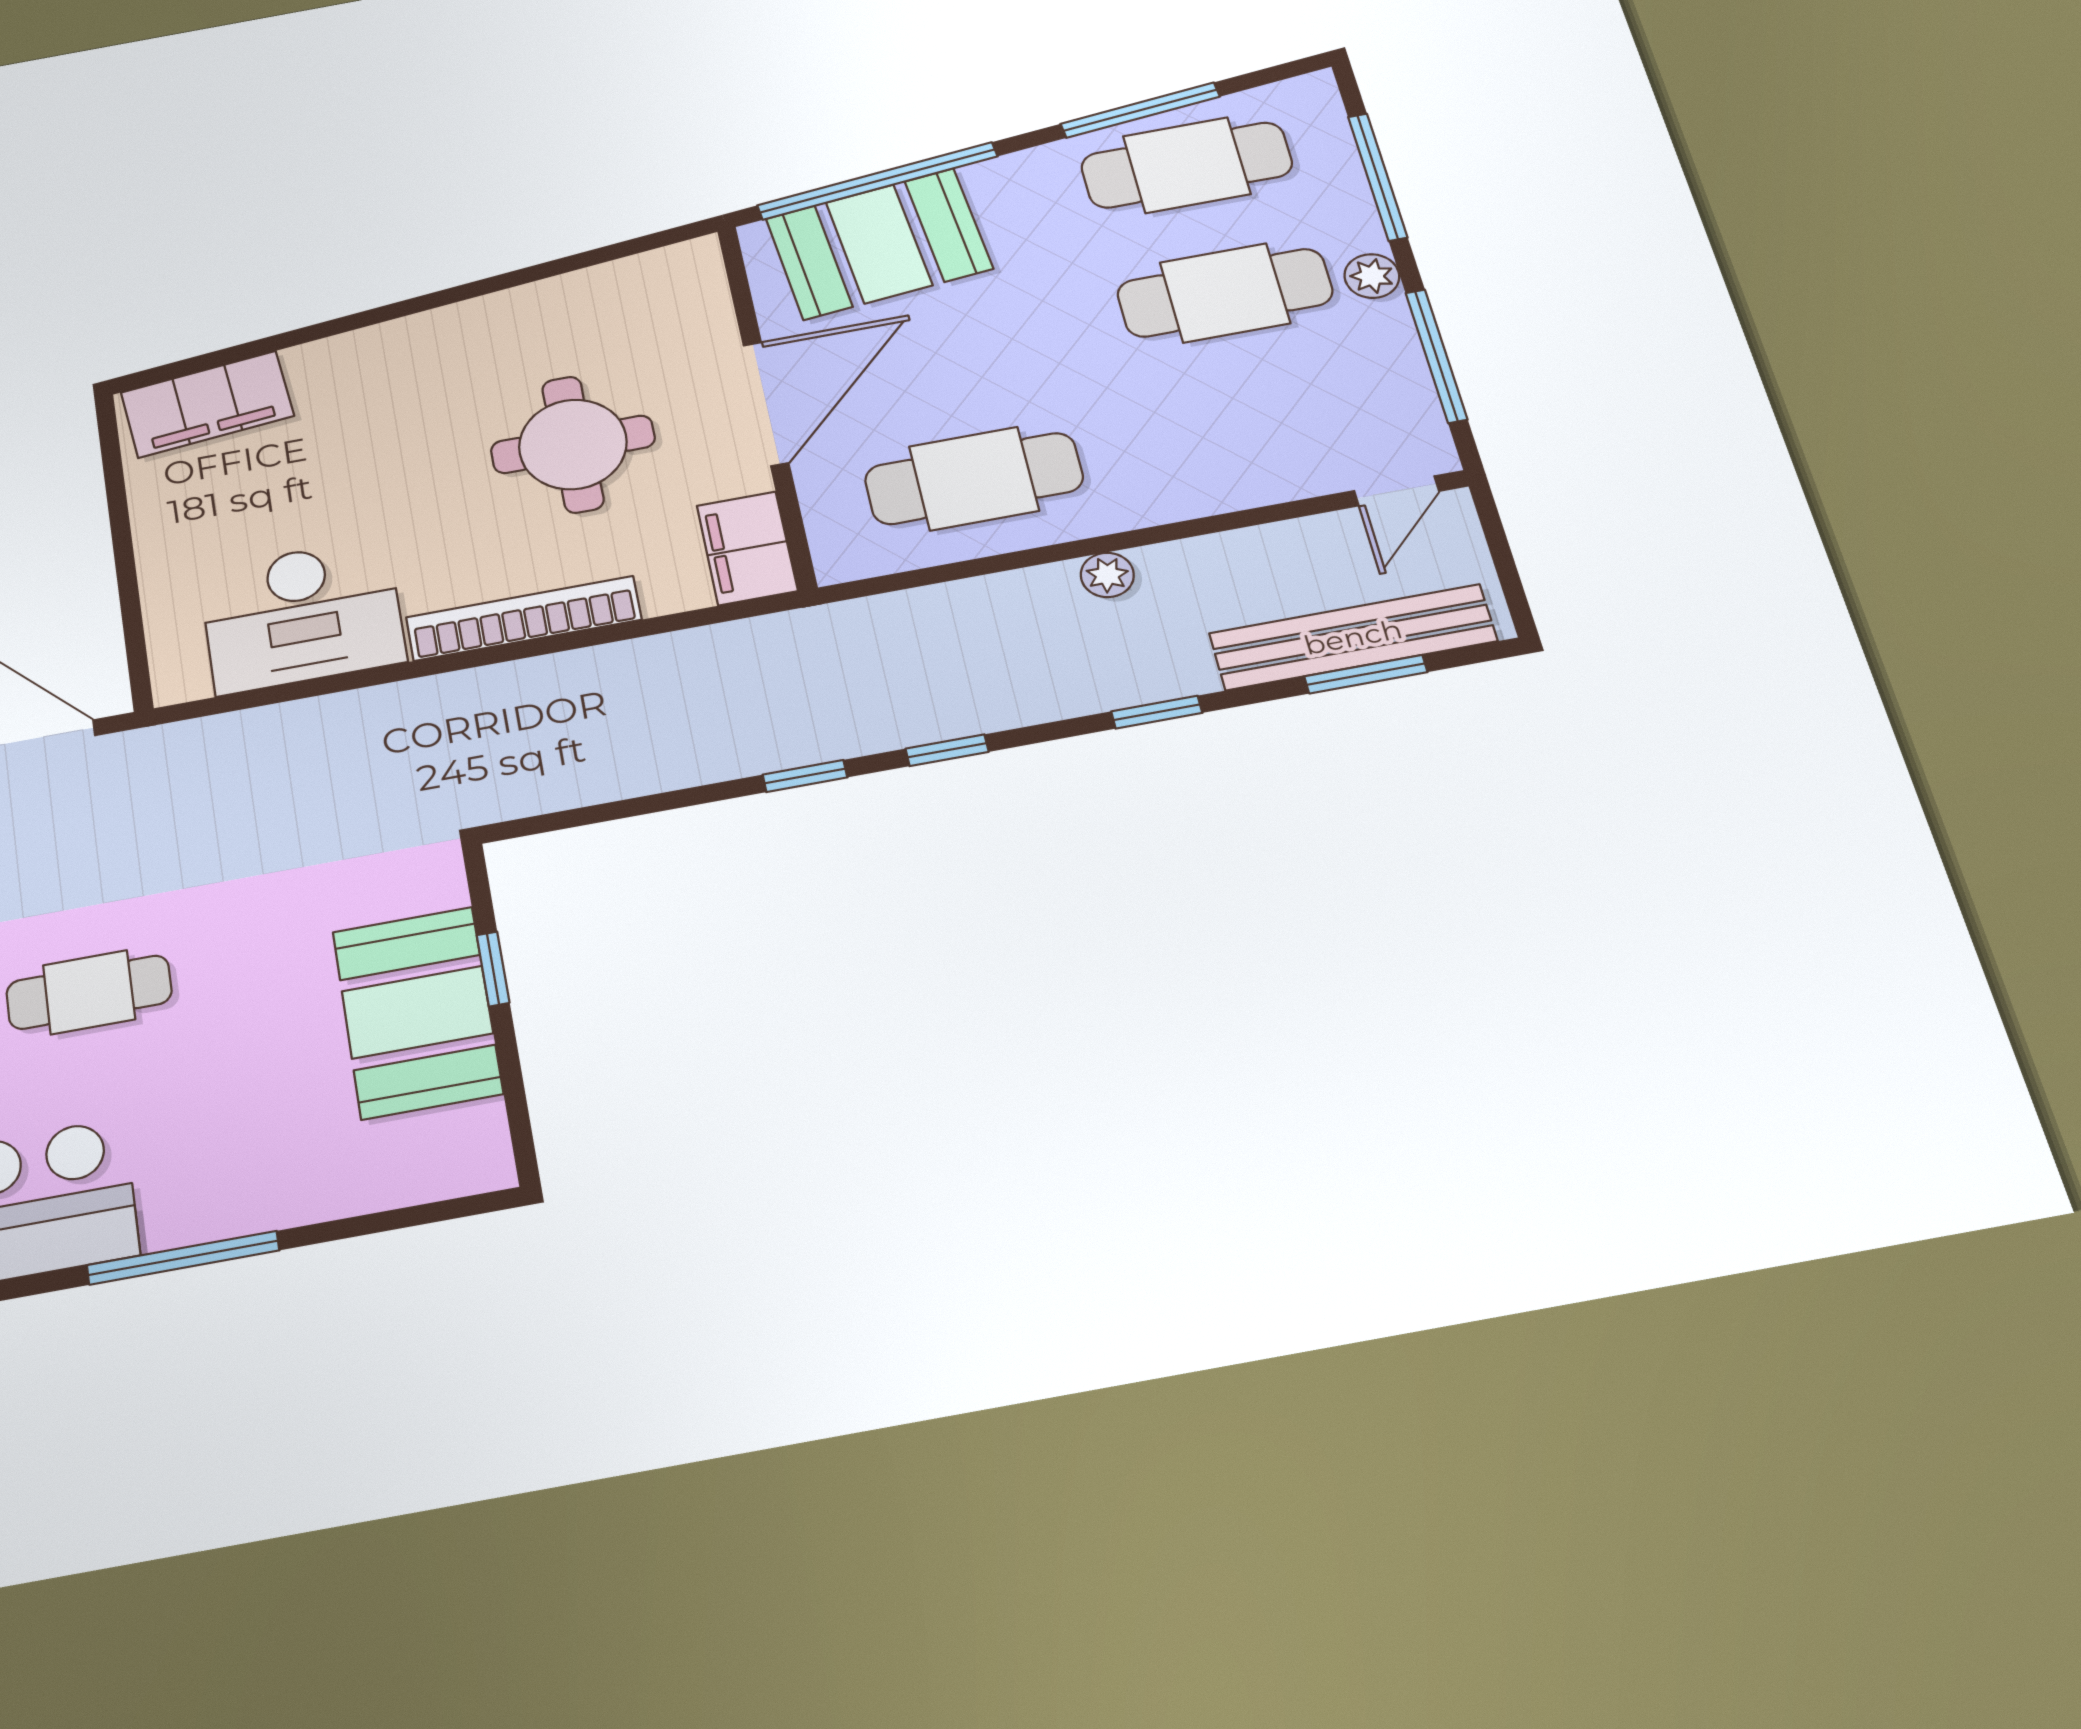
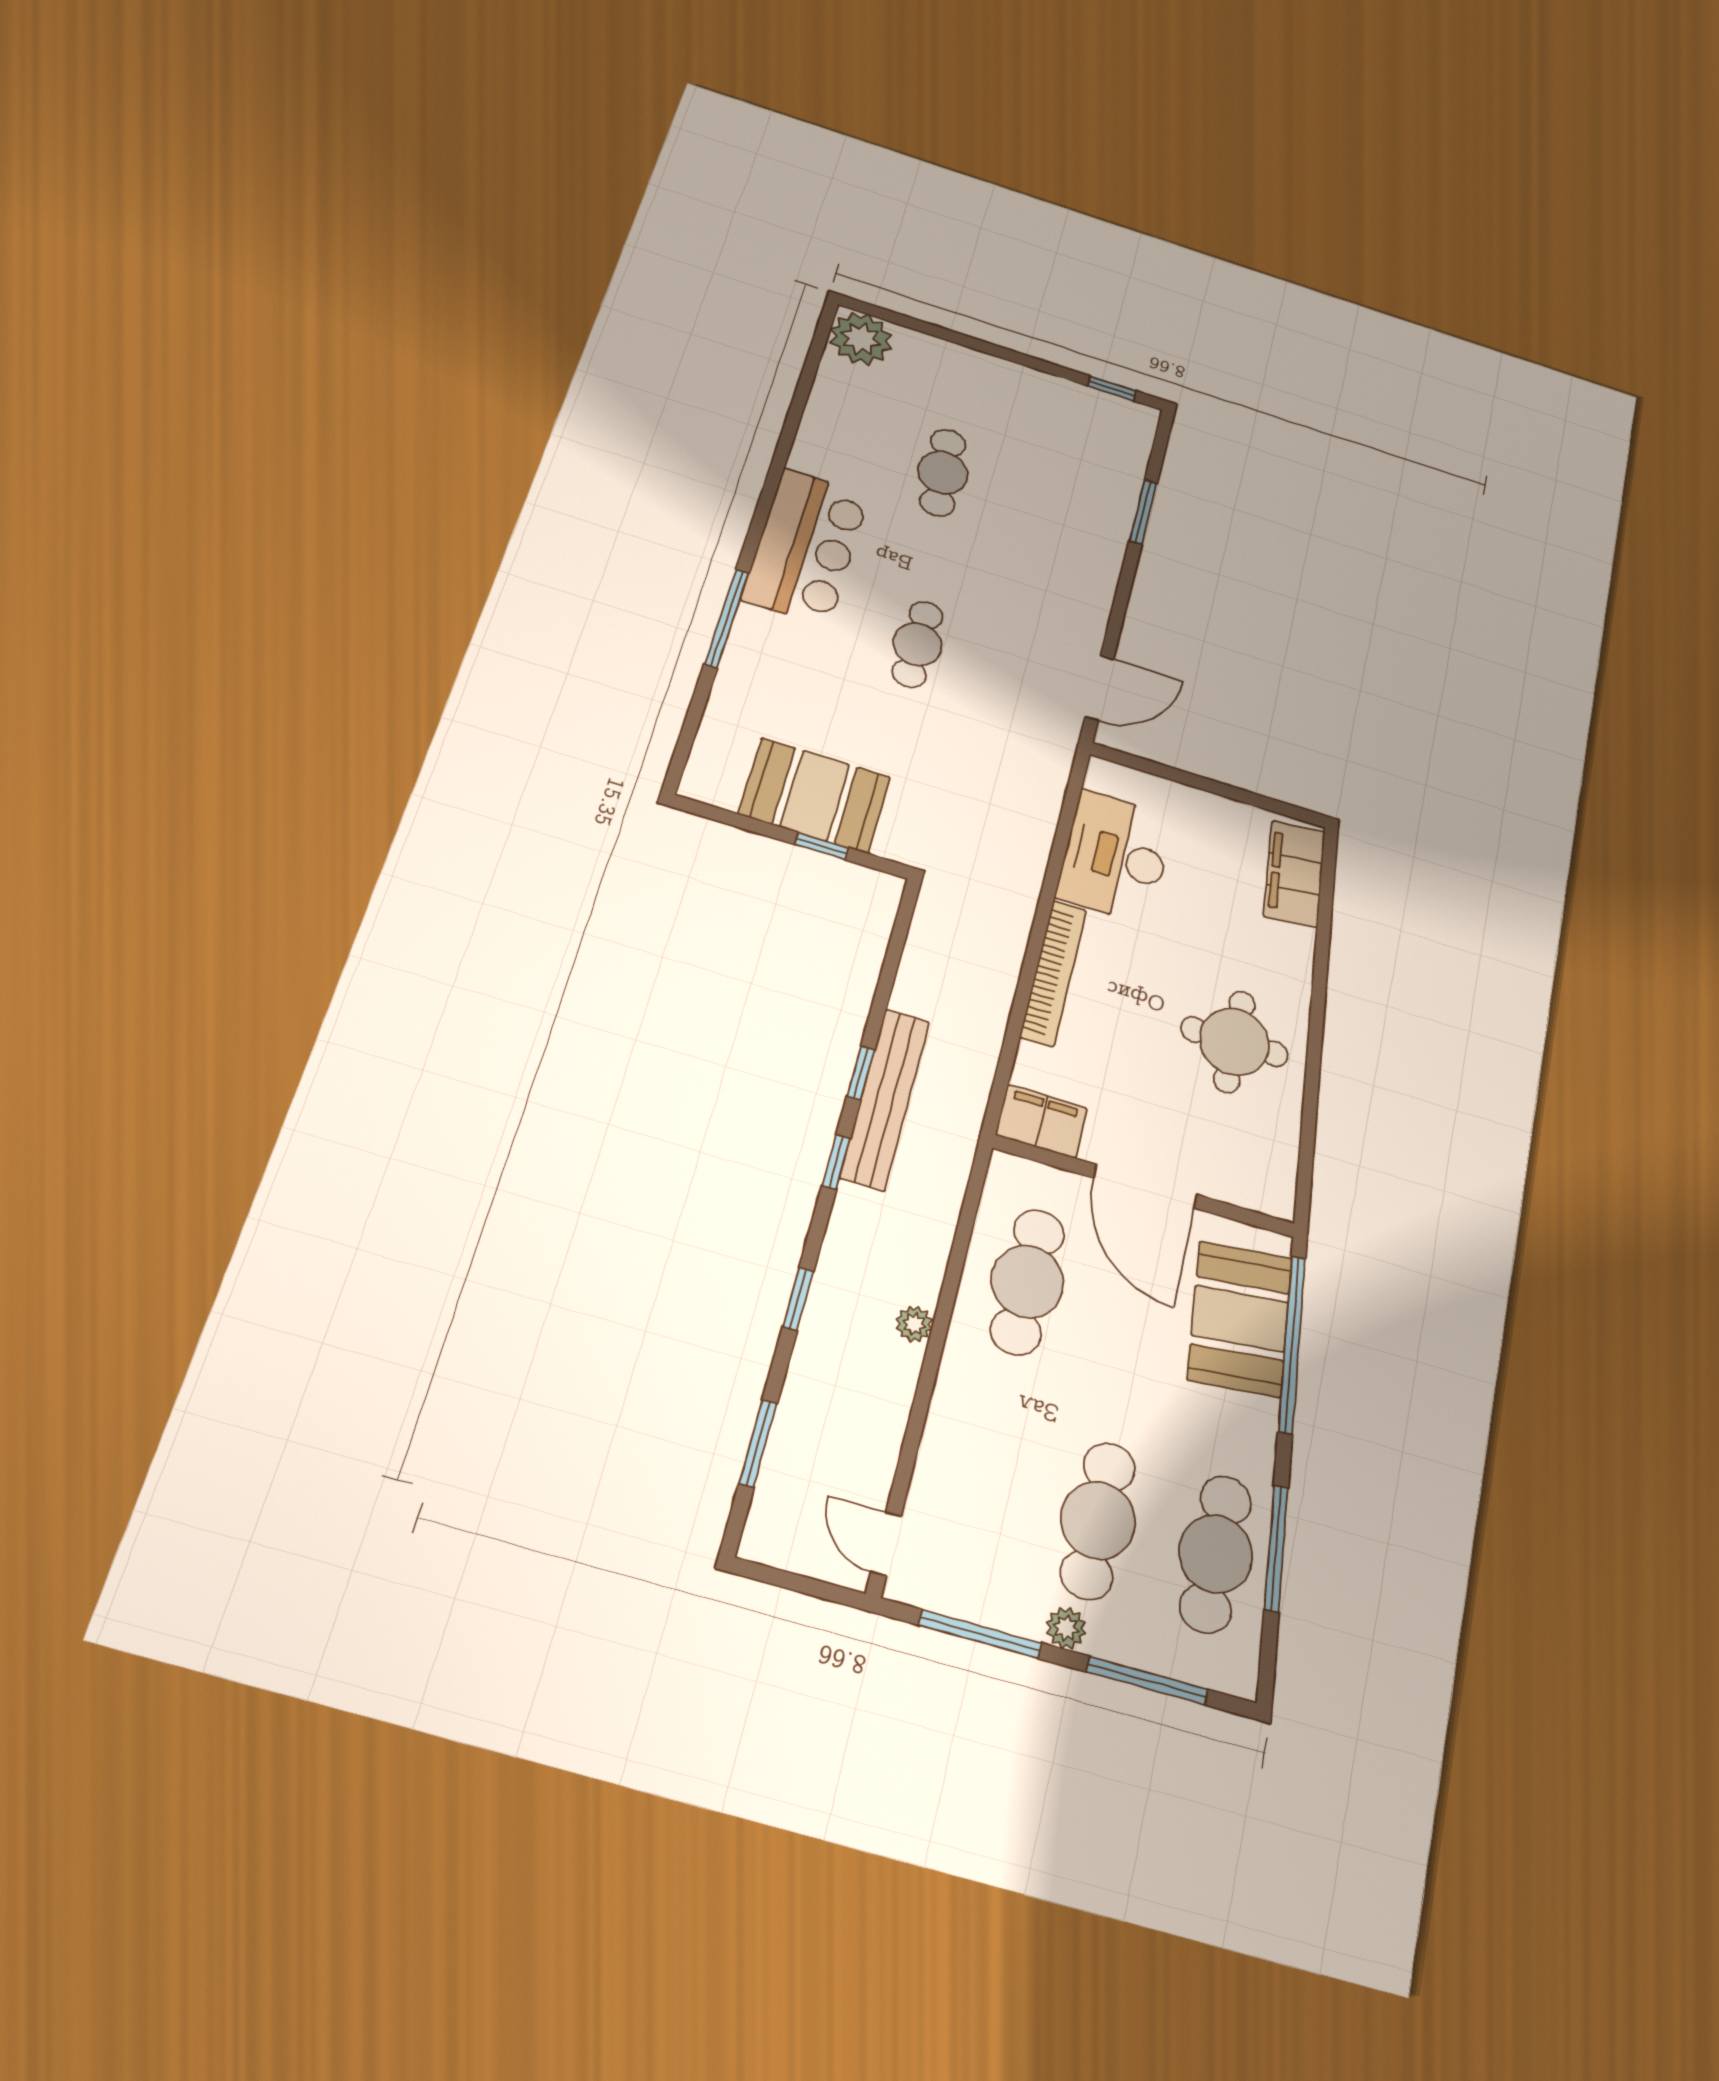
round table: (573, 444) -> (1234, 1042), moved
bench: (1353, 637) -> (885, 1099), moved

